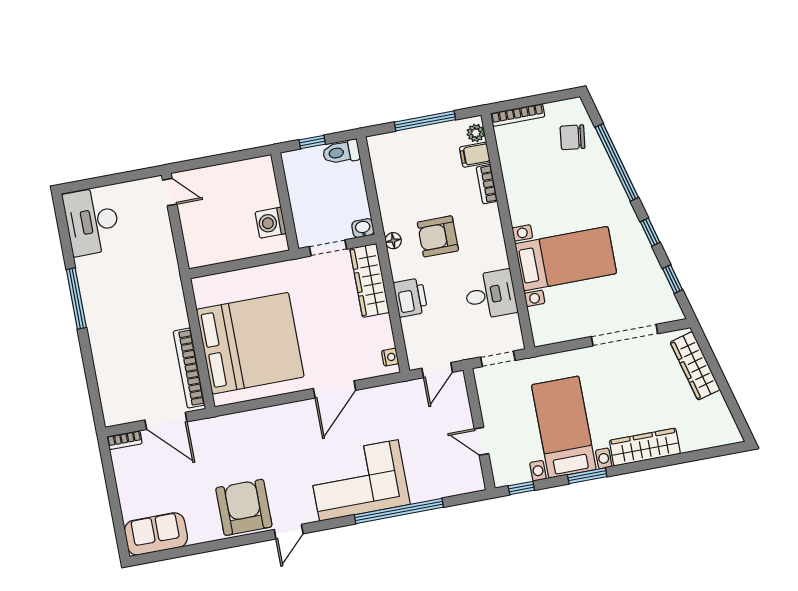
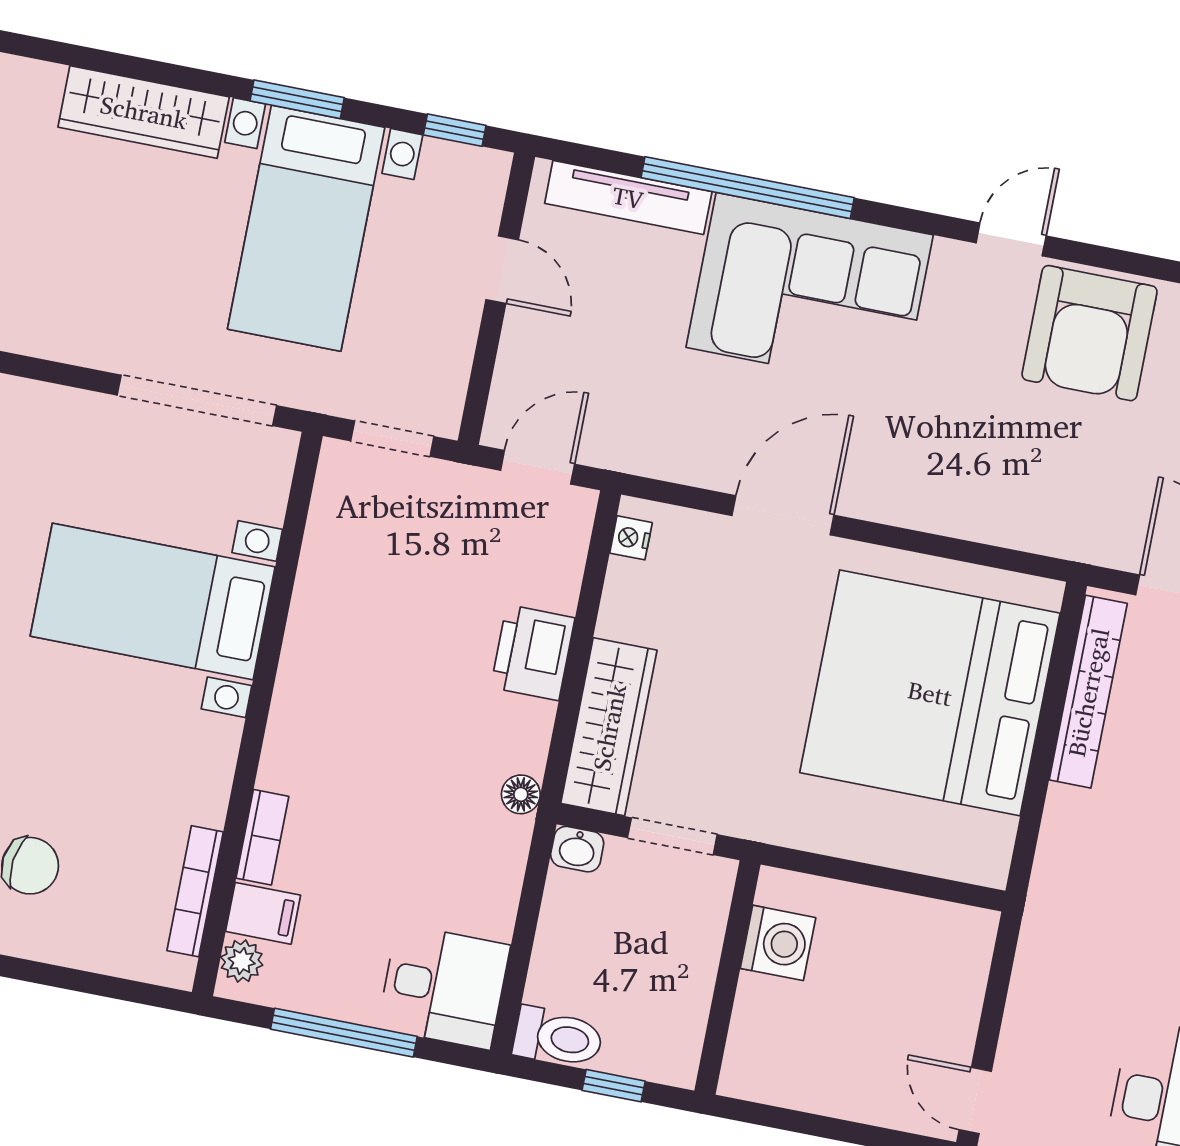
bookcase: (518, 115) -> (195, 891), moved, turned -90
armchair: (438, 236) -> (418, 764), removed
desk: (491, 295) -> (444, 987), moved, turned 180
doorway: (625, 335) -> (197, 400), moved
tv unit: (444, 489) -> (628, 197), added

